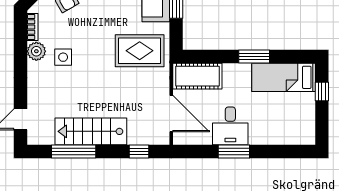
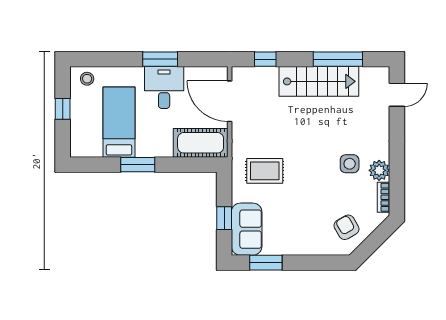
rug: (140, 51) -> (265, 171), width x0.73, depth x0.70
bed: (284, 77) -> (119, 122), moved, turned -90
window: (322, 92) -> (63, 109), moved
stool: (300, 134) -> (87, 79), added

